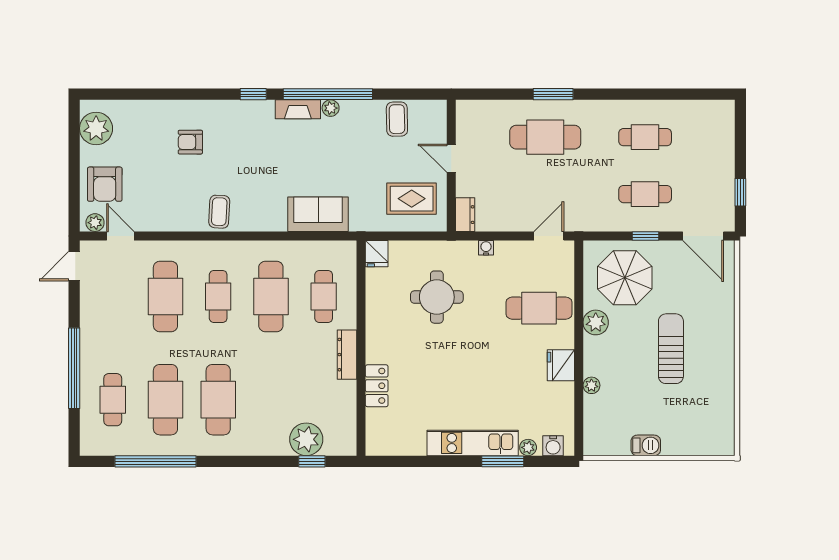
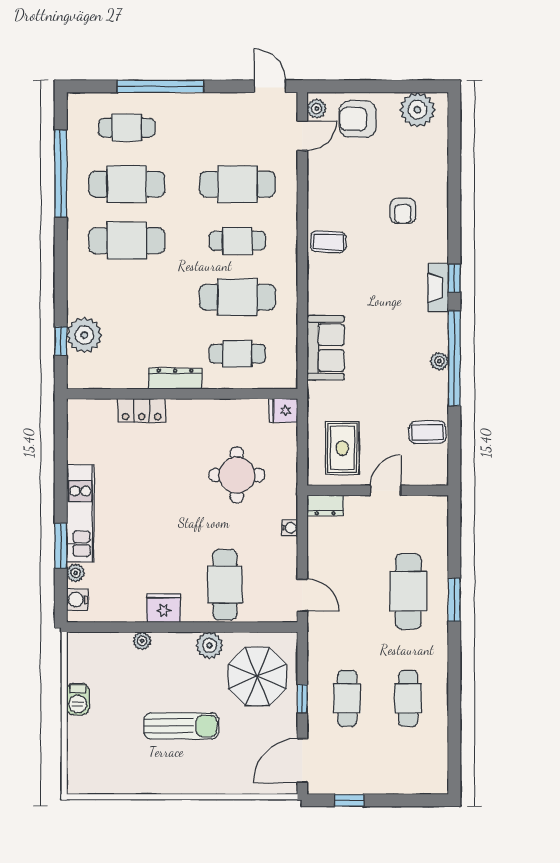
fireplace: (298, 109) -> (438, 288), moved
armchair: (190, 142) -> (403, 211), turned 180

